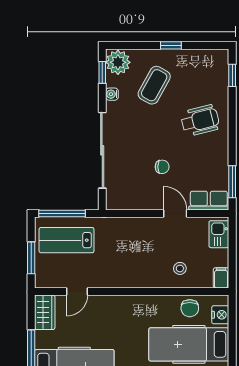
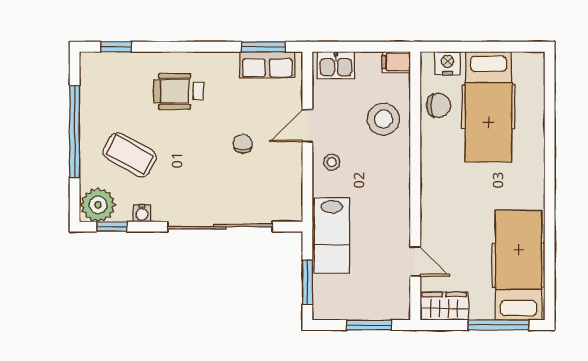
window: (171, 45) -> (75, 131), width x3.17
wheelchair: (200, 120) -> (179, 91), turned -76
row of seats: (209, 201) -> (267, 65), moved, turned -90
window: (62, 214) -> (307, 282), width x0.69
stool: (149, 231) -> (332, 162), added
lab bench: (67, 240) -> (332, 235), moved
stool: (180, 268) -> (383, 119), width x1.89, depth x1.89

